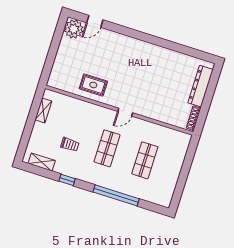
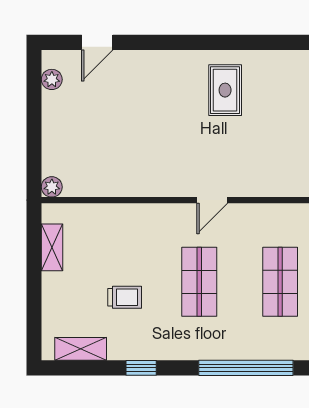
plant: (74, 29) -> (52, 79), width x0.53, depth x0.53
plant: (52, 82) -> (52, 187), added
rug: (93, 85) -> (225, 90), moved, turned 90

